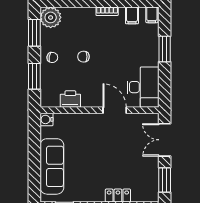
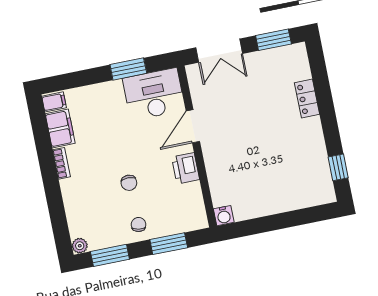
filing cabinet: (132, 15) -> (60, 129), width x2.00
plant: (51, 17) -> (80, 246), width x0.53, depth x0.53
window: (165, 49) -> (128, 69), moved
printer: (70, 99) -> (186, 168), moved
sofa: (52, 166) -> (286, 195), removed

